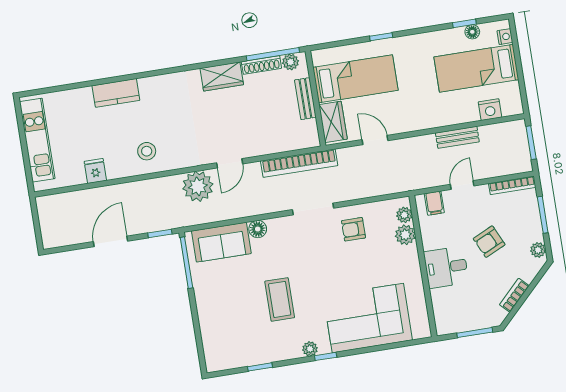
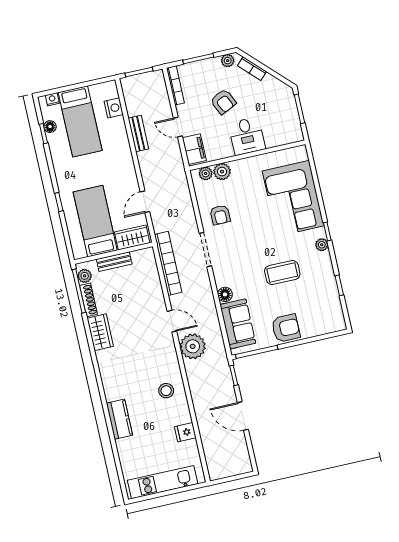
filing cabinet: (434, 203) -> (194, 149), width x2.00
bookcase: (514, 295) -> (252, 69), moved
armchair: (213, 299) -> (286, 328), added

